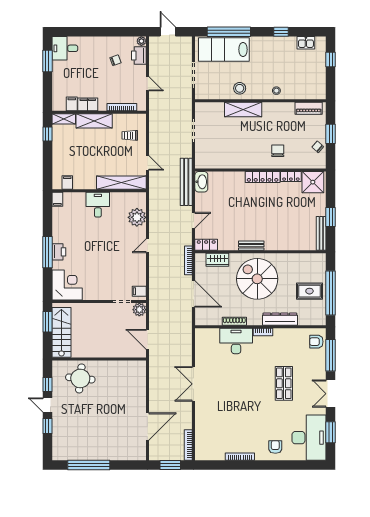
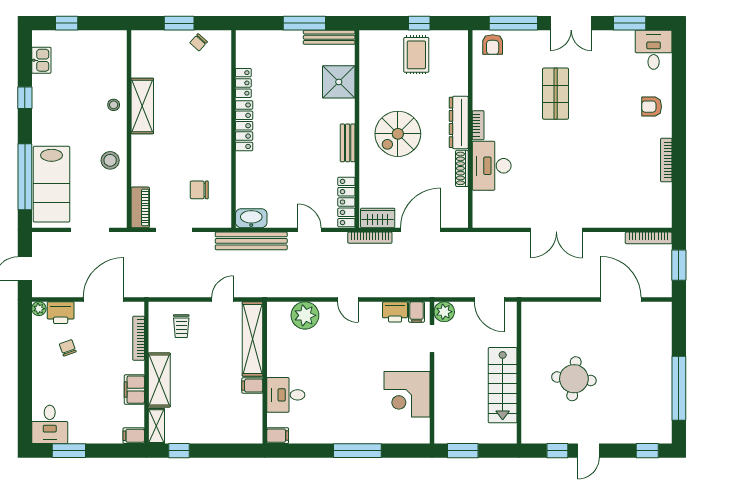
door: (147, 84) -> (103, 300), width x1.88
filing cabinet: (72, 104) -> (134, 436), moved
piano: (309, 108) -> (140, 207), moved
shelving: (243, 110) -> (142, 106), moved
chair: (278, 151) -> (199, 190), moved
filing cabinet: (67, 182) -> (252, 386), moved
shower: (313, 182) -> (339, 82), moved
desk: (98, 205) -> (286, 395), moved
window: (331, 217) -> (304, 23), width x1.44
locker: (206, 245) -> (346, 202), width x1.53
printer: (59, 252) -> (395, 312), moved, turned 180
wardrobe: (217, 260) -> (378, 218), moved, turned -90
spiral stairs: (257, 279) -> (398, 134), width x0.73, depth x0.73
corner desk: (67, 285) -> (407, 394), moved, turned -90
window: (331, 293) -> (419, 23), width x0.32
dresser: (280, 319) -> (459, 122), moved
stairs: (61, 332) -> (503, 385), moved, turned -90
door: (147, 339) -> (489, 300), hinge flipped
round table: (80, 378) -> (574, 379), moved
shop shelf: (284, 383) -> (556, 94), turned 90
window: (47, 426) -> (647, 451), moved
desk: (309, 438) -> (654, 50), width x0.53, depth x0.77

